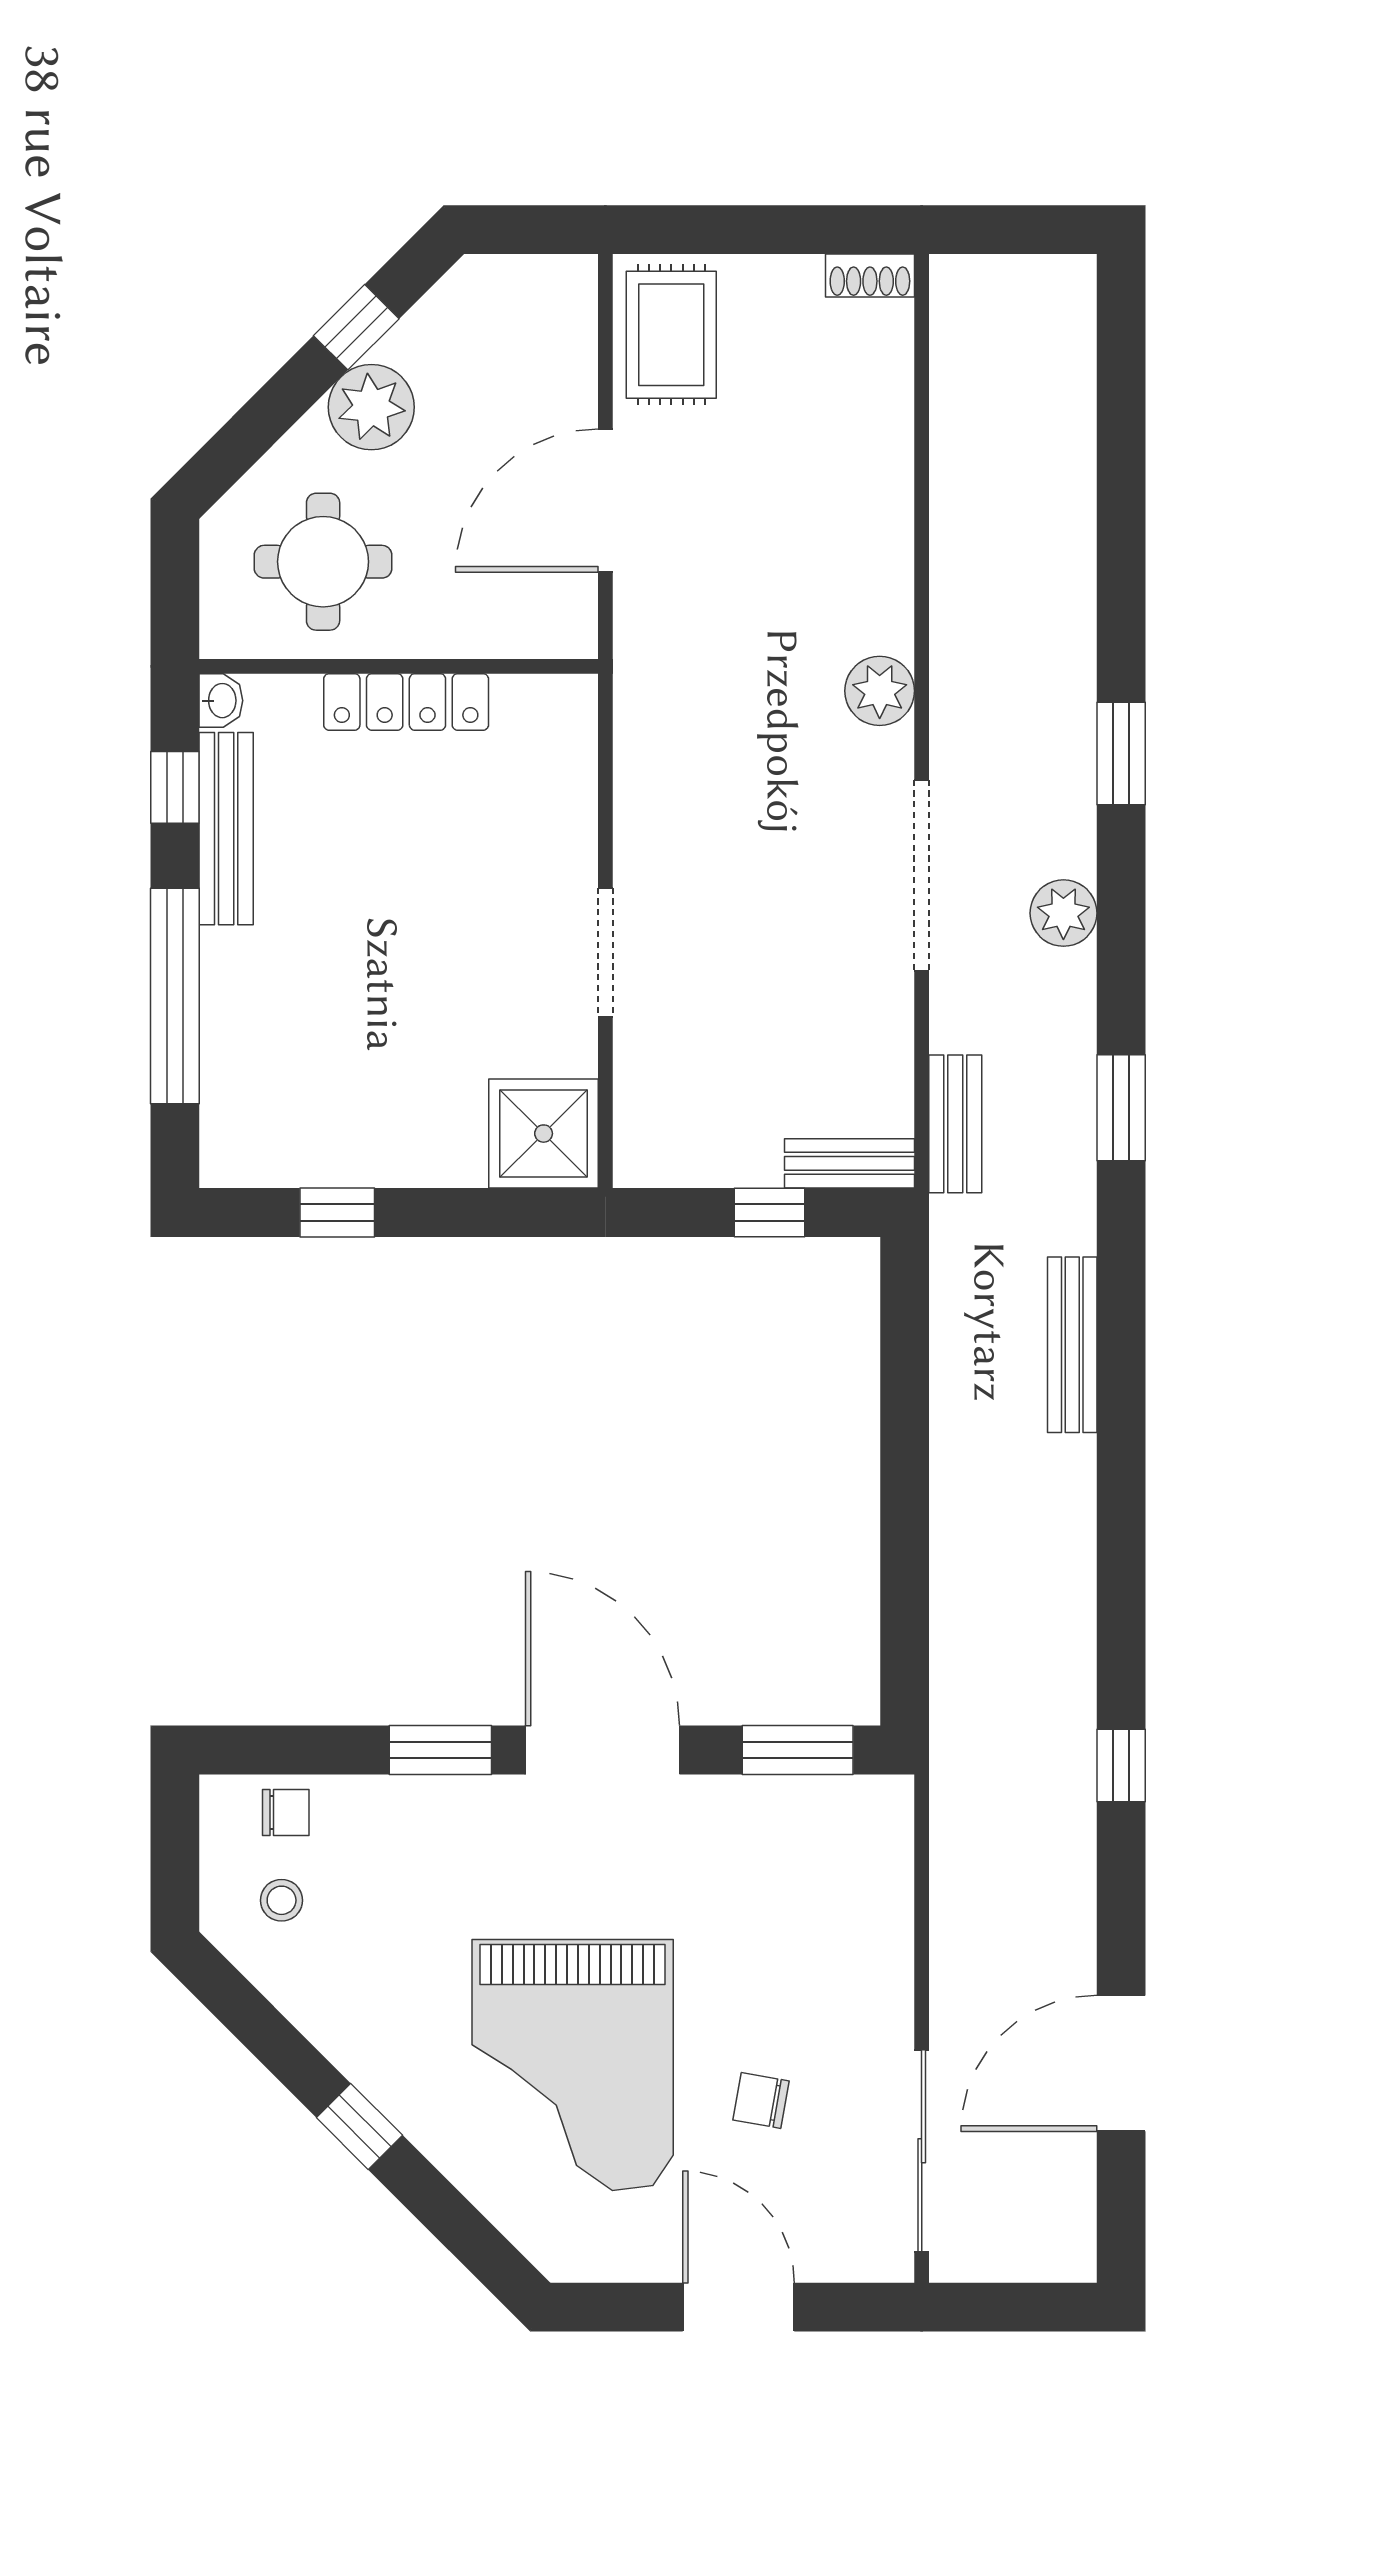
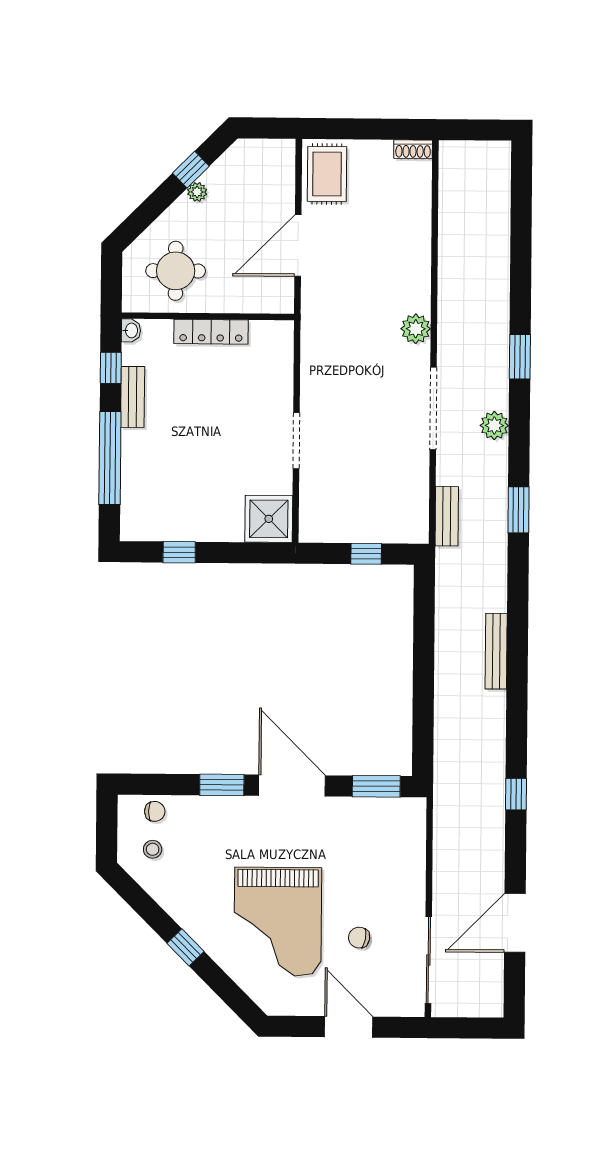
plant: (371, 407) -> (197, 192), width x0.53, depth x0.53
bench: (226, 829) -> (133, 397), width x0.73
bench: (850, 1163) -> (401, 533), removed
bench: (1072, 1345) -> (496, 651), moved

